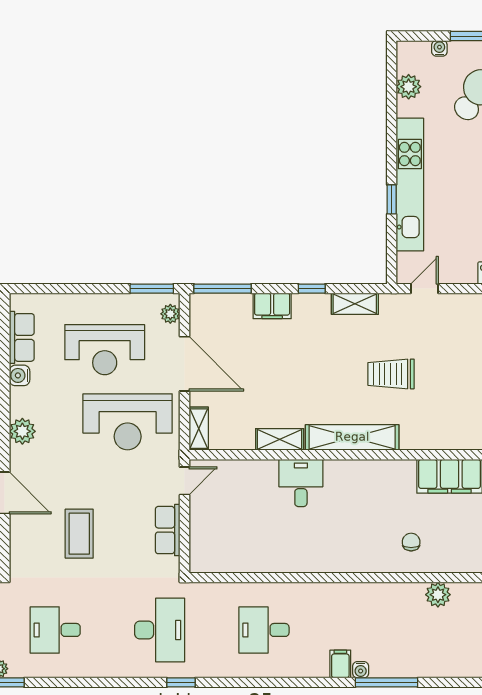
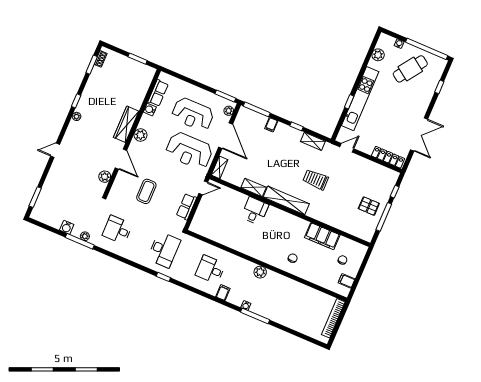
filing cabinet: (272, 306) -> (271, 125), width x0.50
plant: (438, 595) -> (260, 272), moved
filing cabinet: (340, 664) -> (223, 293), moved

